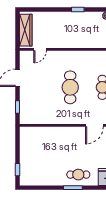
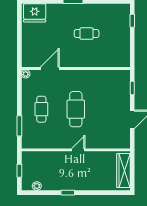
door: (40, 49) -> (78, 150), moved
cafe table: (78, 175) -> (87, 34), moved

